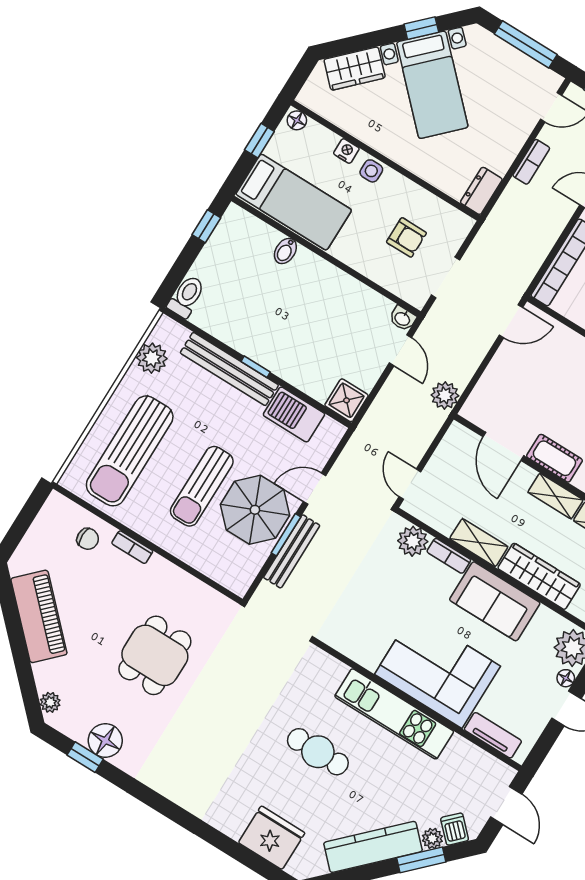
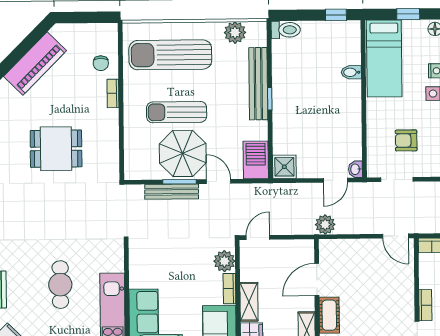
armchair: (406, 237) -> (406, 140), turned 90
barbecue: (294, 414) -> (256, 160), moved

